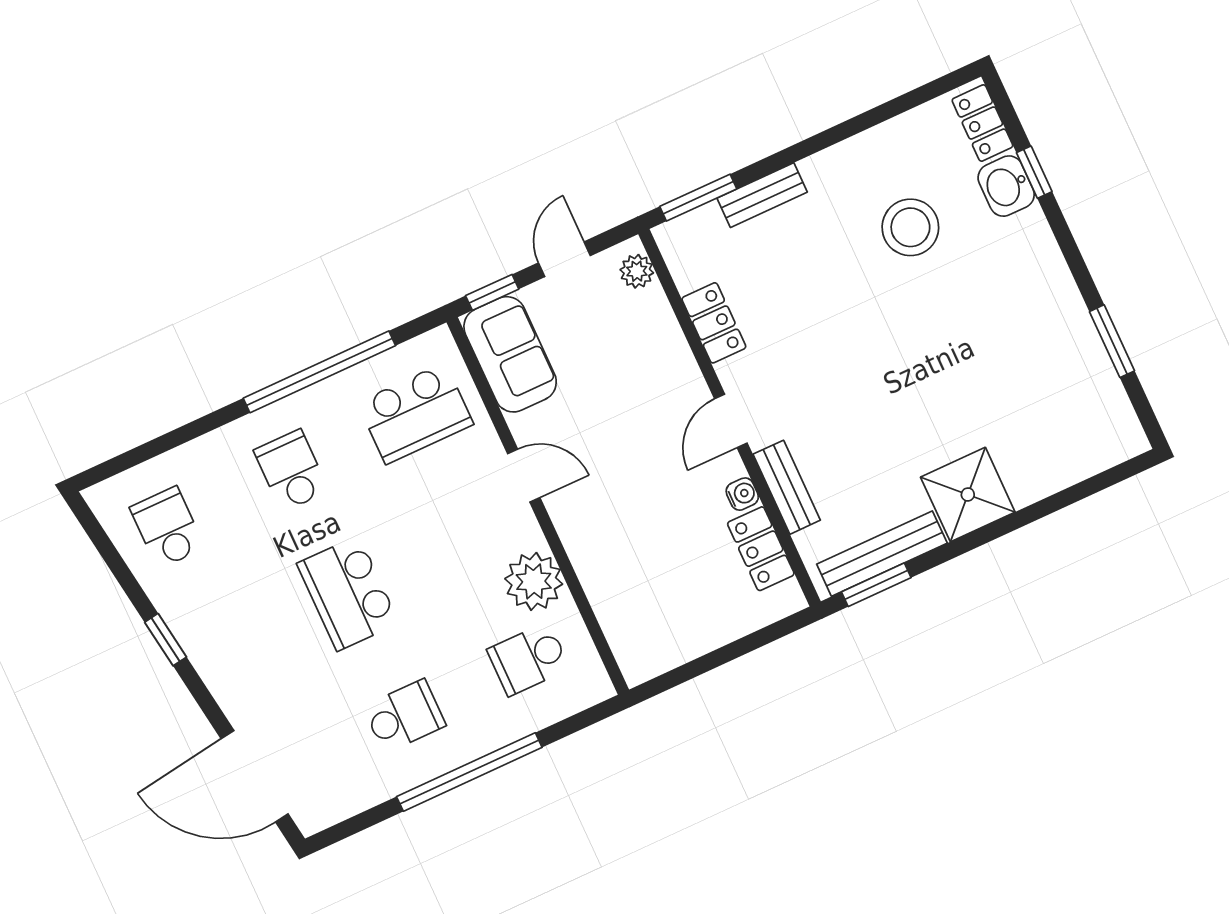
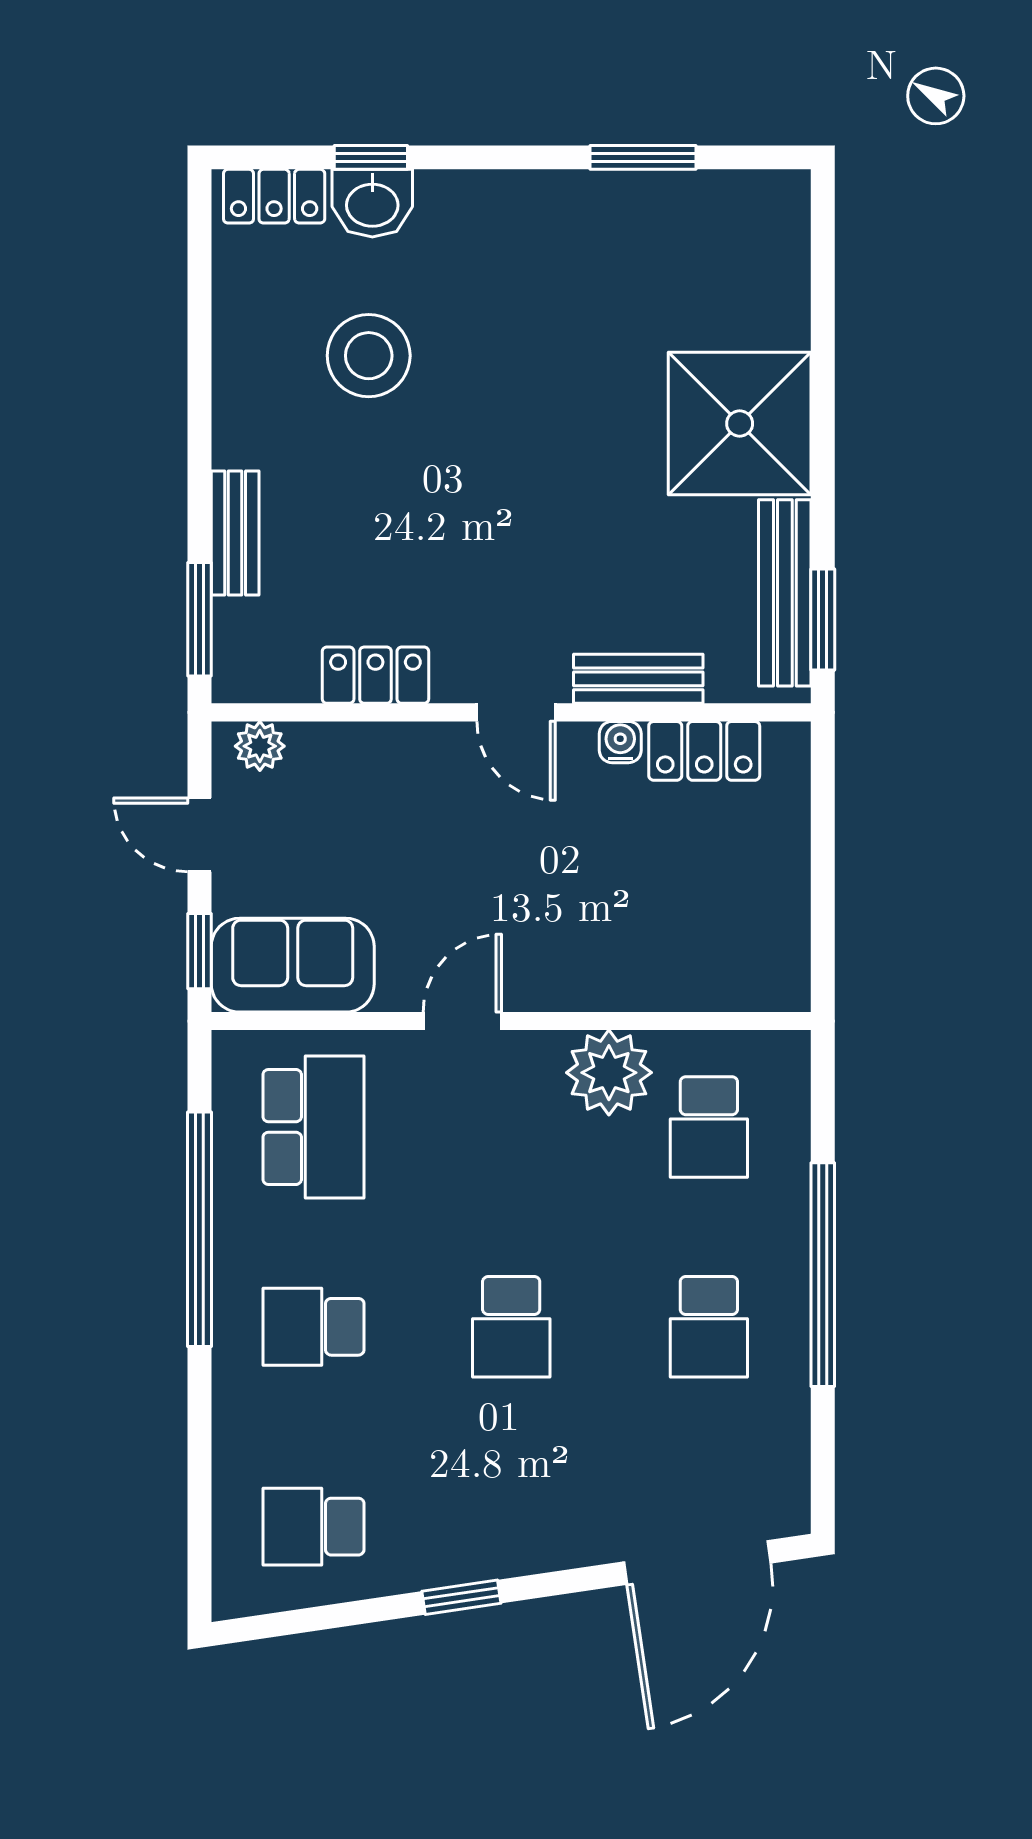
shower: (968, 495) -> (740, 424), width x1.37, depth x1.37
school desk: (348, 593) -> (511, 1327), width x0.54
school desk: (404, 716) -> (709, 1327), turned 180

